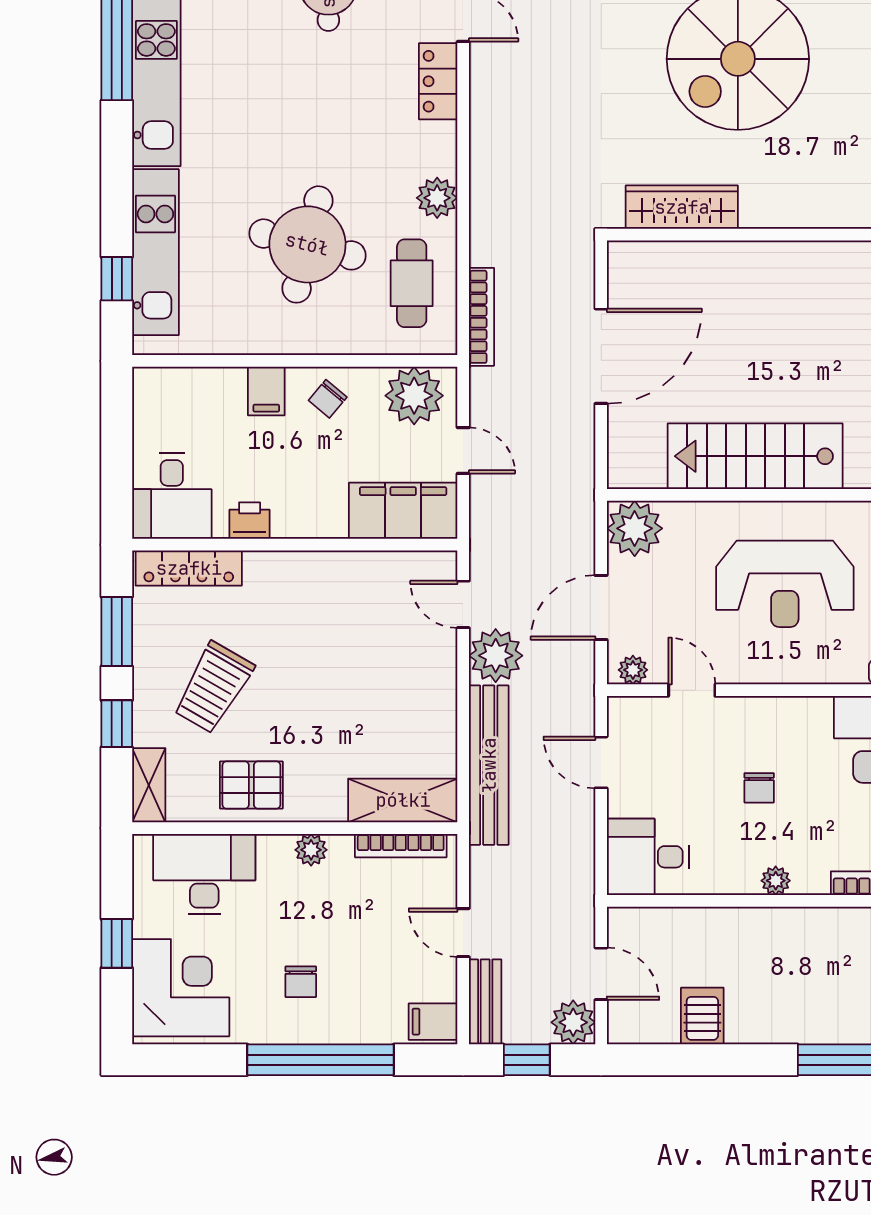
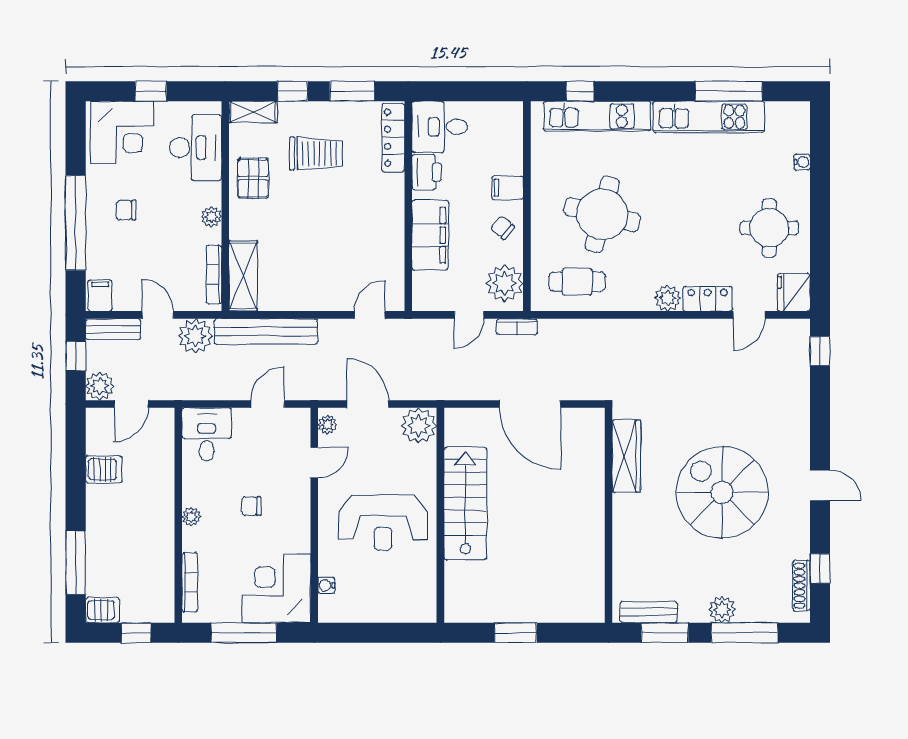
plant: (437, 198) -> (668, 298), moved
bookcase: (481, 317) -> (517, 327), moved, width x0.64
filing cabinet: (403, 511) -> (430, 235), moved
printer: (250, 521) -> (427, 172), width x1.36, depth x1.24
reception desk: (785, 584) -> (383, 523), turned -90
plant: (496, 656) -> (195, 336), moved
trolley: (213, 688) -> (316, 154), turned 150
door: (463, 933) -> (158, 315), hinge flipped

